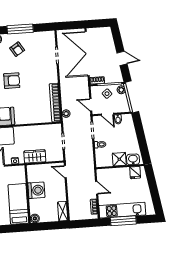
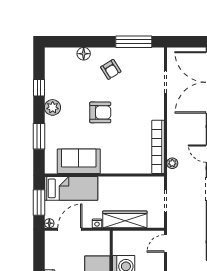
window: (20, 29) -> (134, 42), moved
wardrobe: (35, 156) -> (125, 219), width x1.50
door: (65, 172) -> (165, 244), hinge flipped

